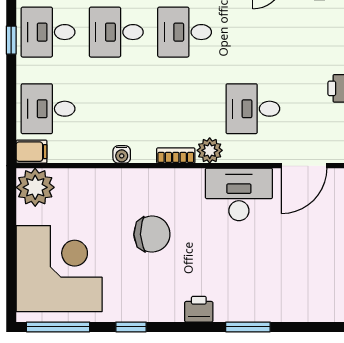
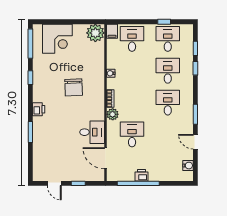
desk: (239, 194) -> (92, 132), width x0.73
corner desk: (59, 269) -> (57, 39), width x0.74, depth x0.74

